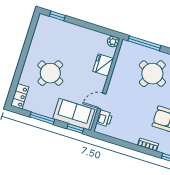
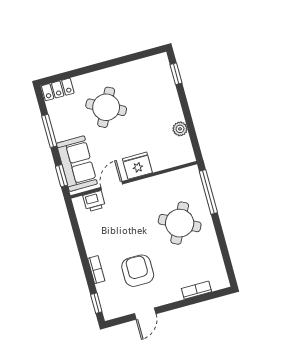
plant: (113, 42) -> (180, 129), moved
fridge: (103, 65) -> (137, 166), moved
door: (102, 101) -> (112, 186), hinge flipped

